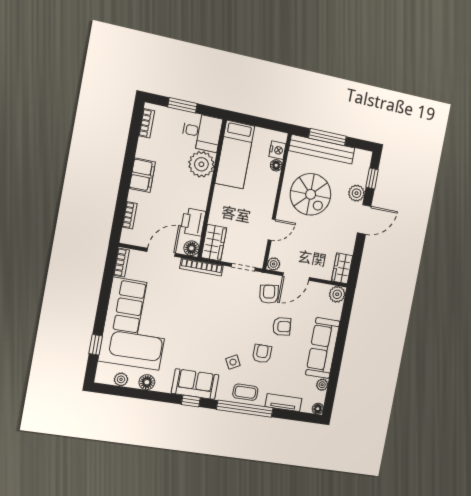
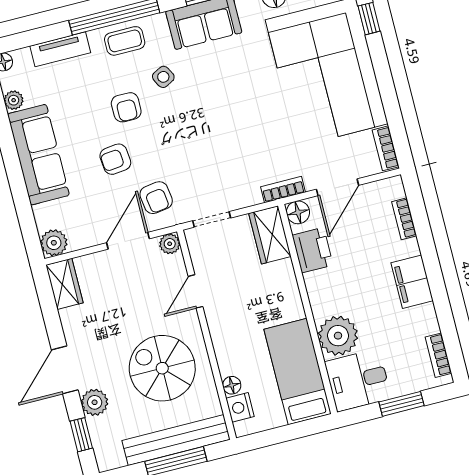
bookcase: (202, 267) -> (283, 189), width x0.64

